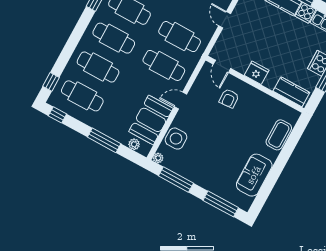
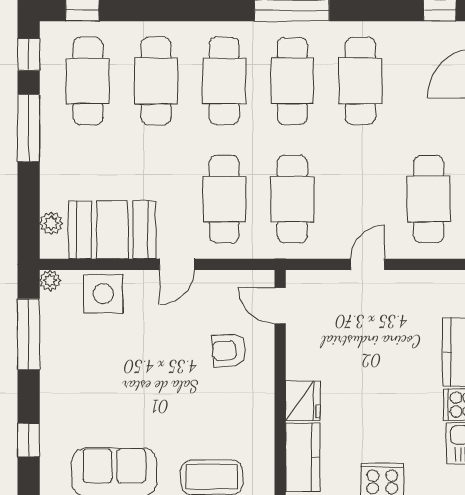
door: (222, 66) -> (280, 306), hinge flipped
fridge: (257, 73) -> (303, 401), moved
door: (181, 101) -> (177, 264), swing flipped
window: (104, 140) -> (29, 128), moved
window: (221, 204) -> (29, 440), width x0.46

